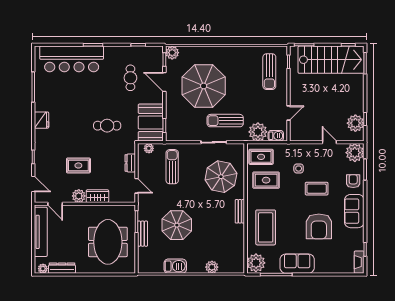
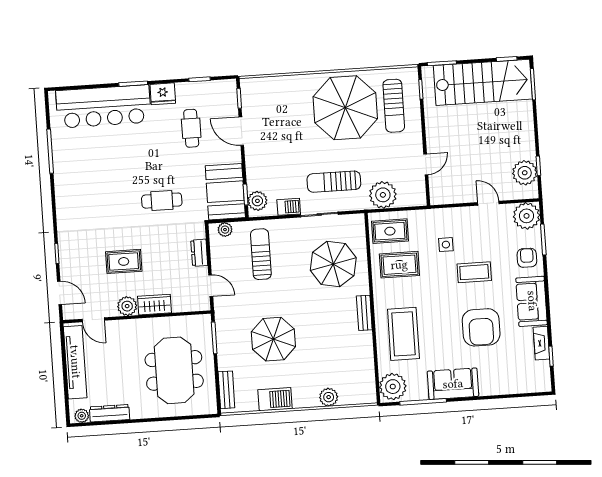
plant: (172, 53) -> (257, 201), moved
parasol: (204, 86) -> (345, 108), moved
fridge: (42, 120) -> (163, 94), moved, turned 90
barbecue: (276, 136) -> (289, 207), moved
bench: (143, 234) -> (226, 390), moved
fireplace: (359, 262) -> (541, 343), moved

